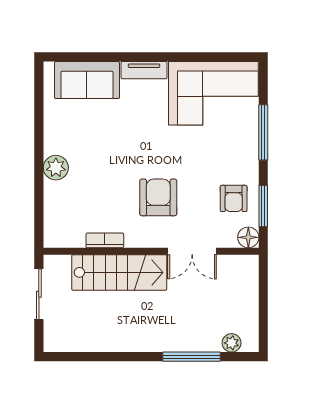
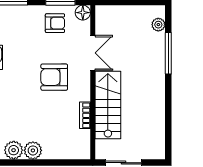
plant: (56, 141) -> (14, 150), added

